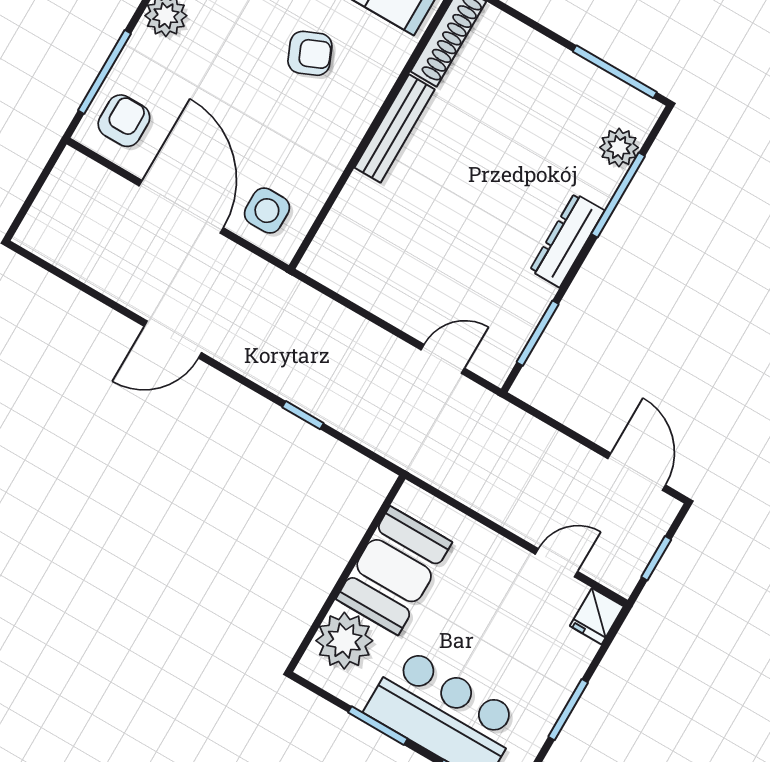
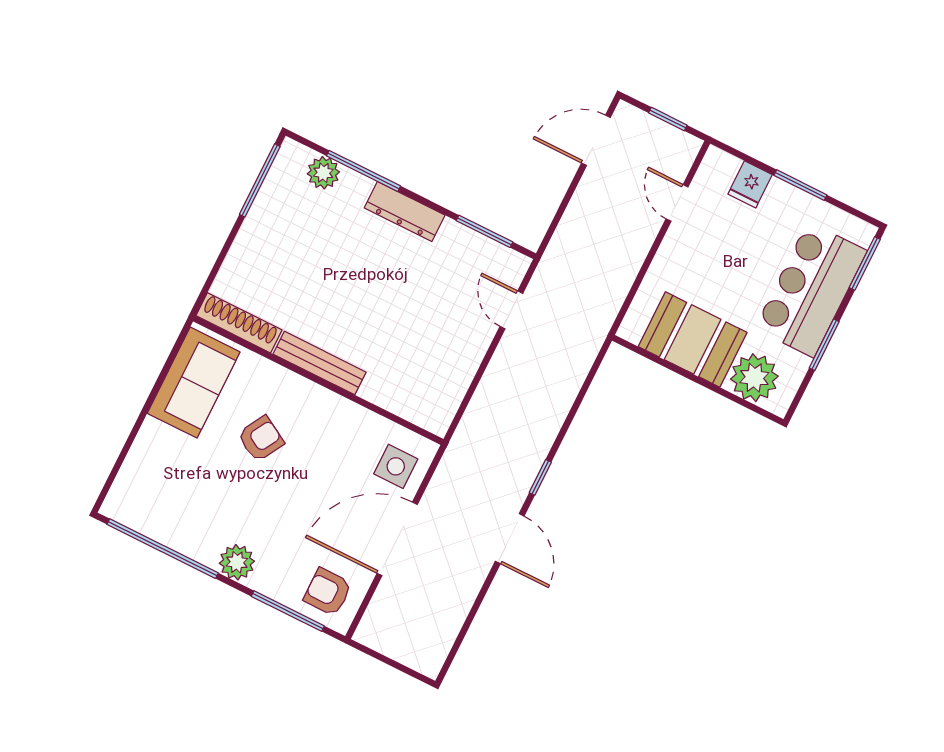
armchair: (310, 53) -> (261, 439), turned 53
window: (303, 415) -> (540, 477), moved
fridge: (597, 616) -> (750, 184), moved, turned 90

